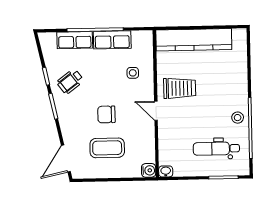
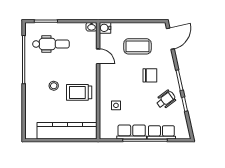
door: (156, 111) -> (98, 56), moved
chair: (106, 114) -> (150, 75), moved
stool: (238, 118) -> (54, 86), moved

